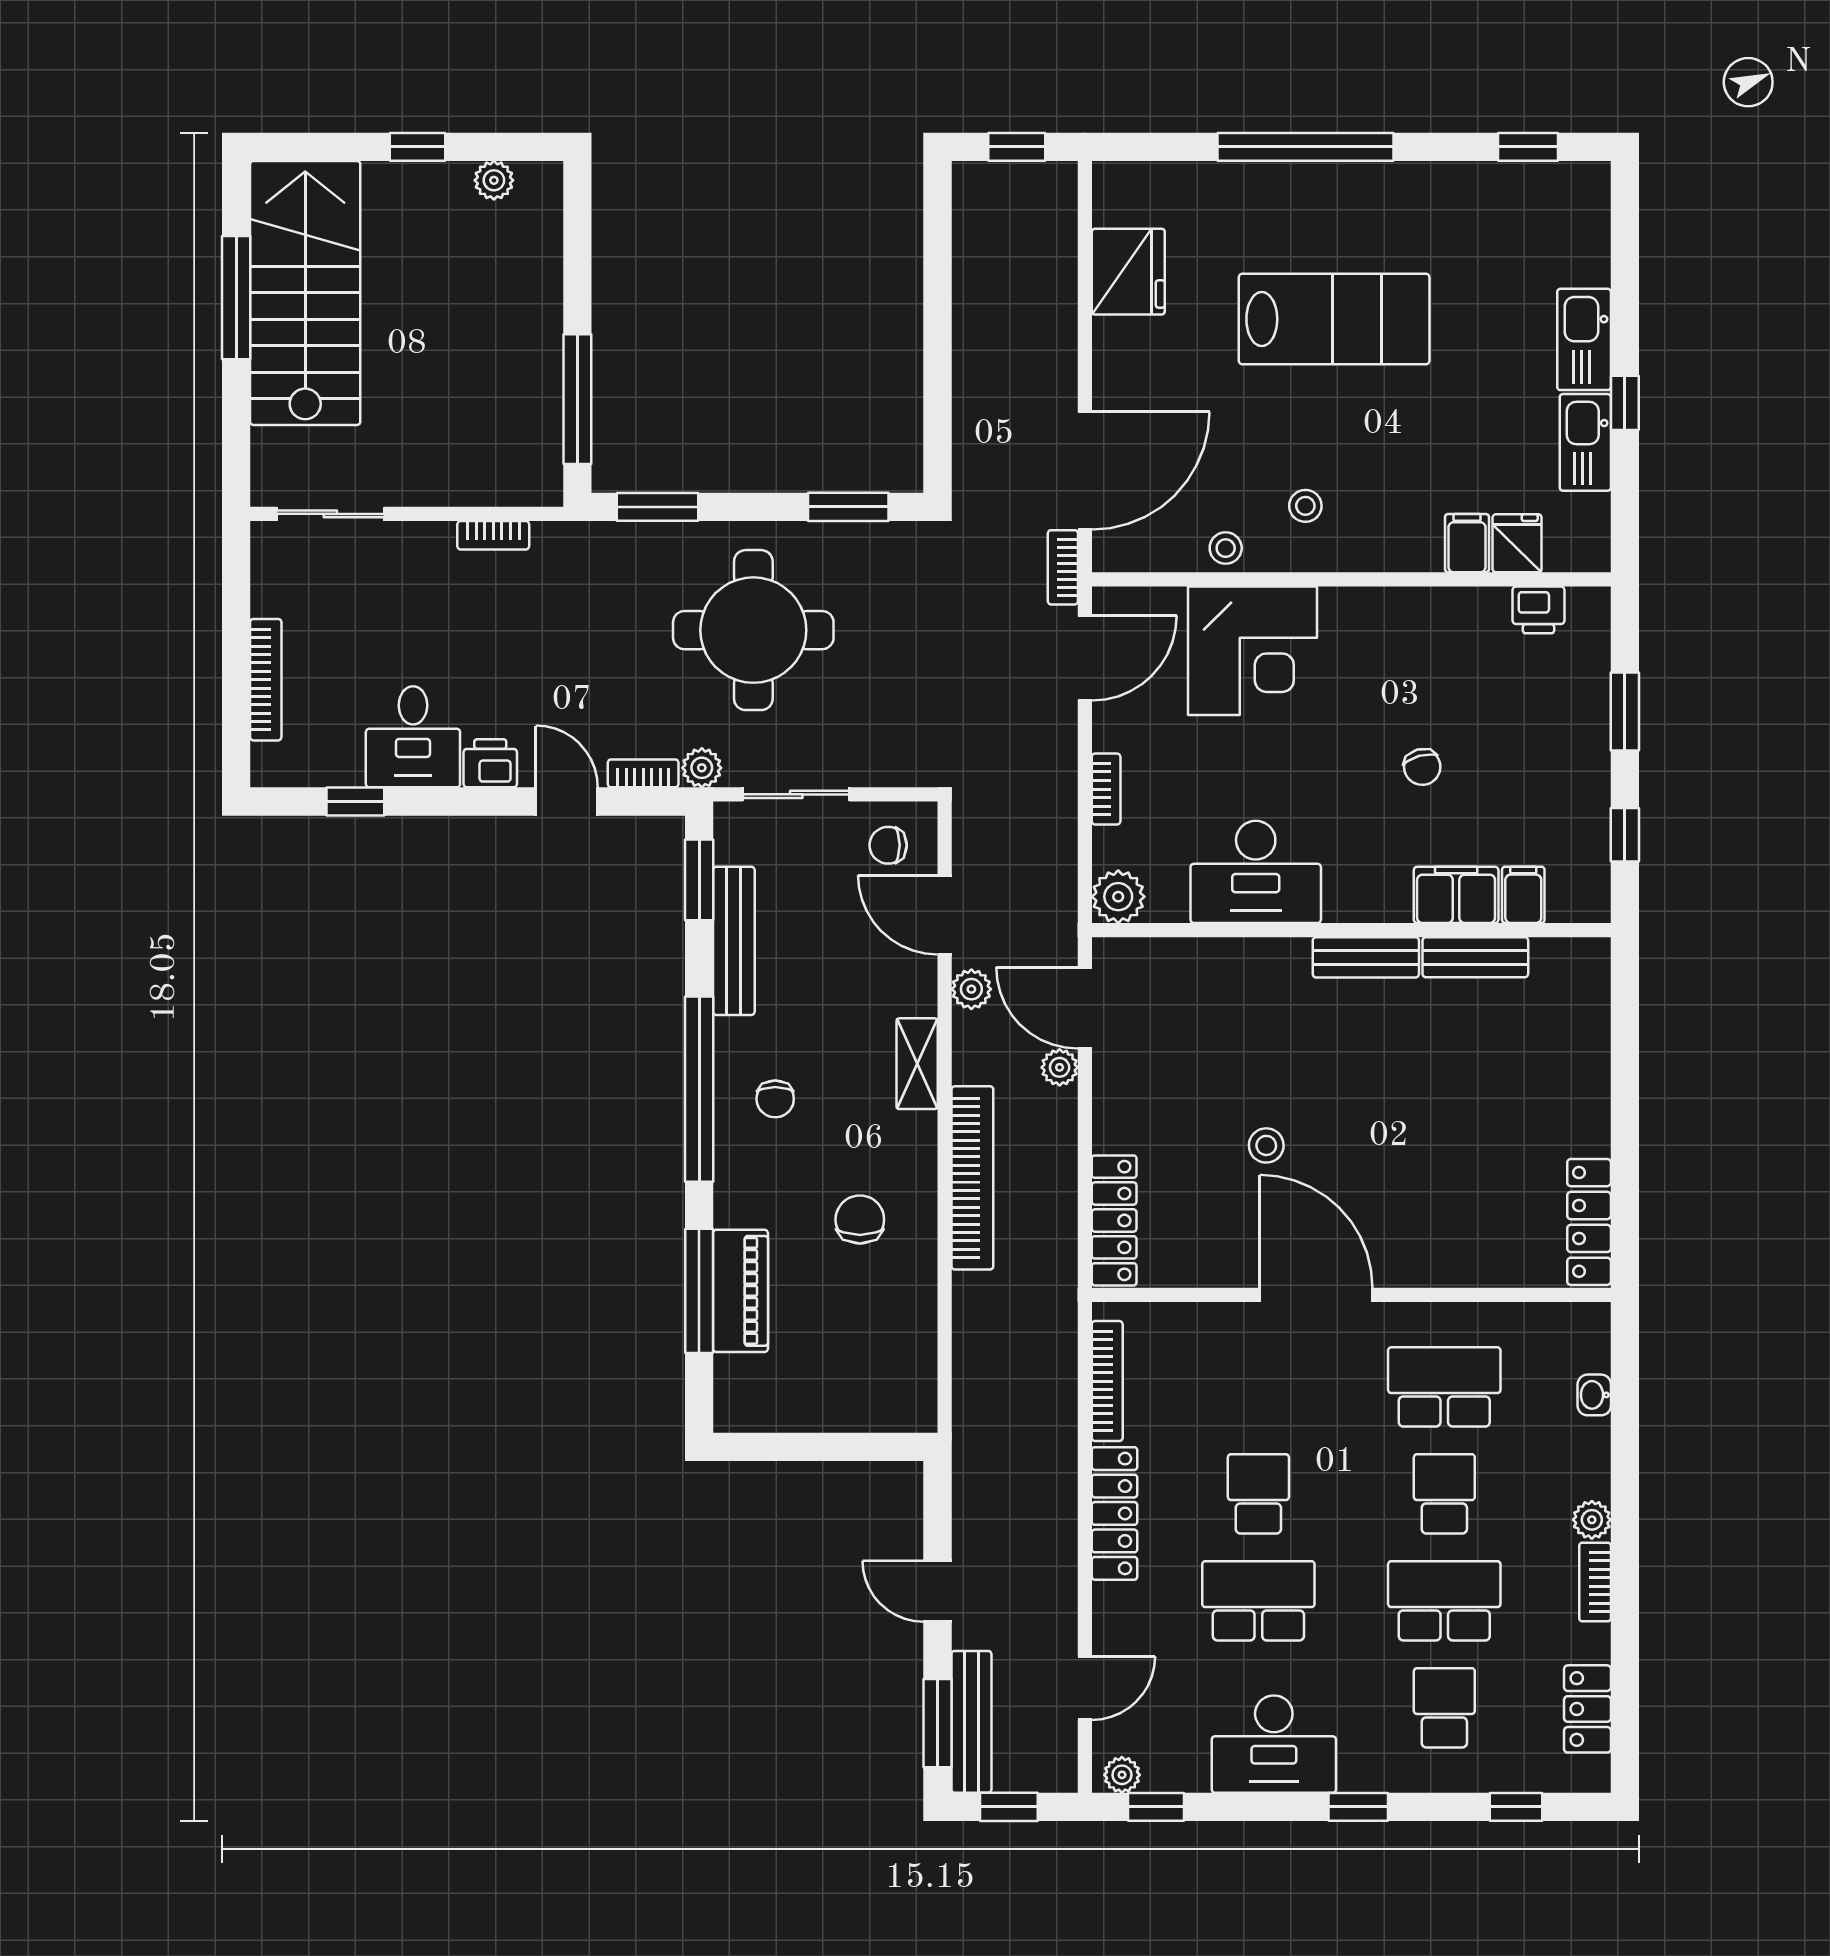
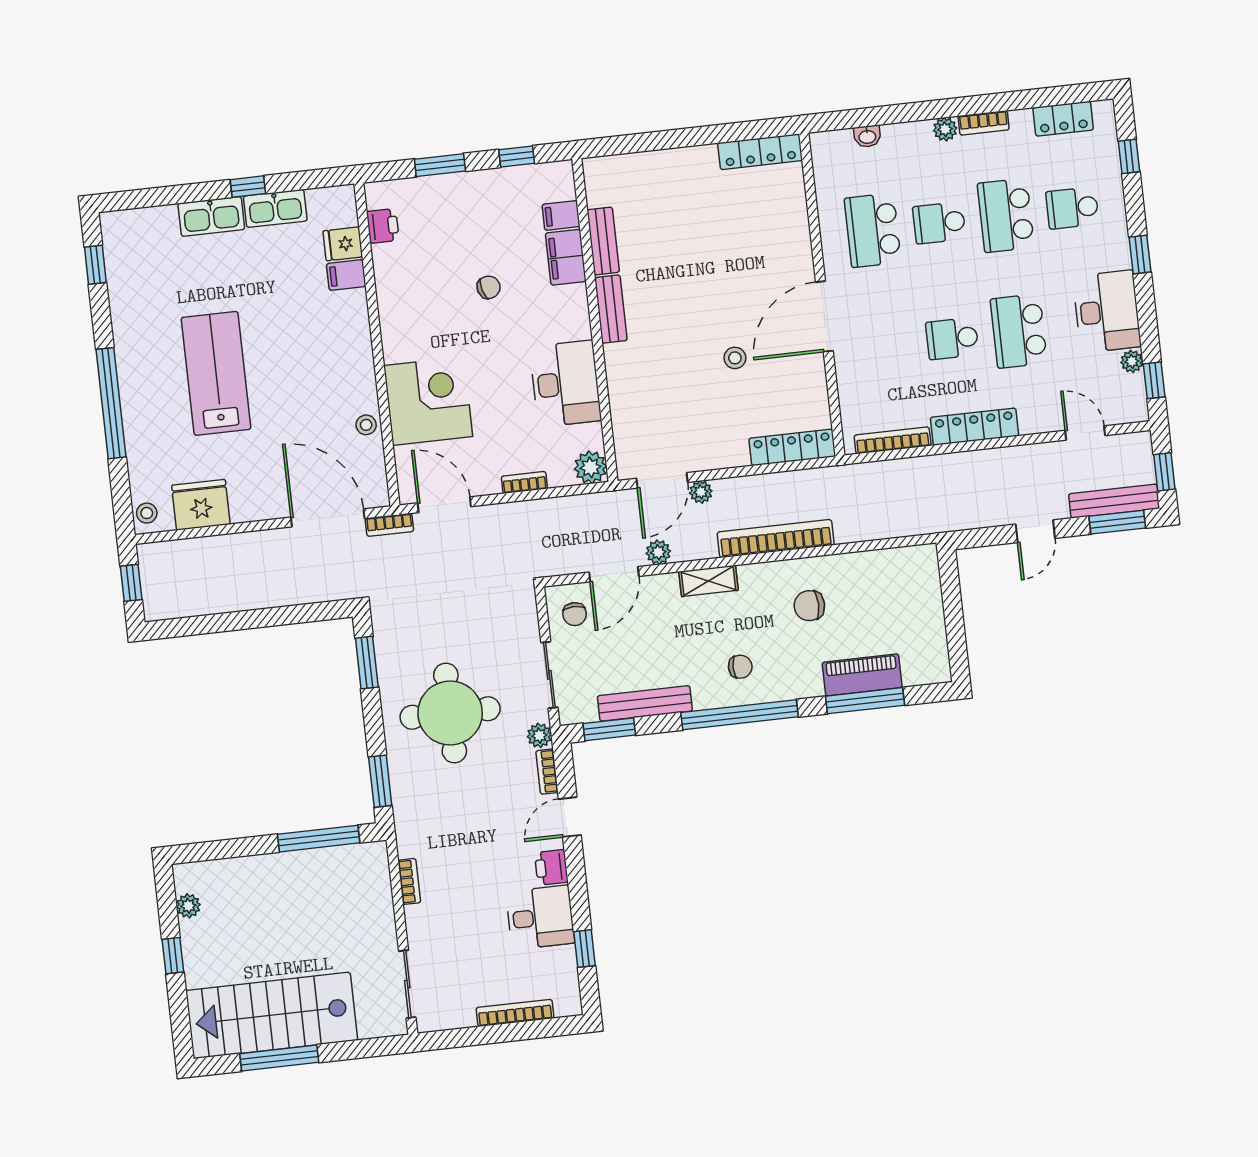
stool: (1305, 506) -> (147, 513), moved
plant: (1122, 1775) -> (1132, 361), moved

